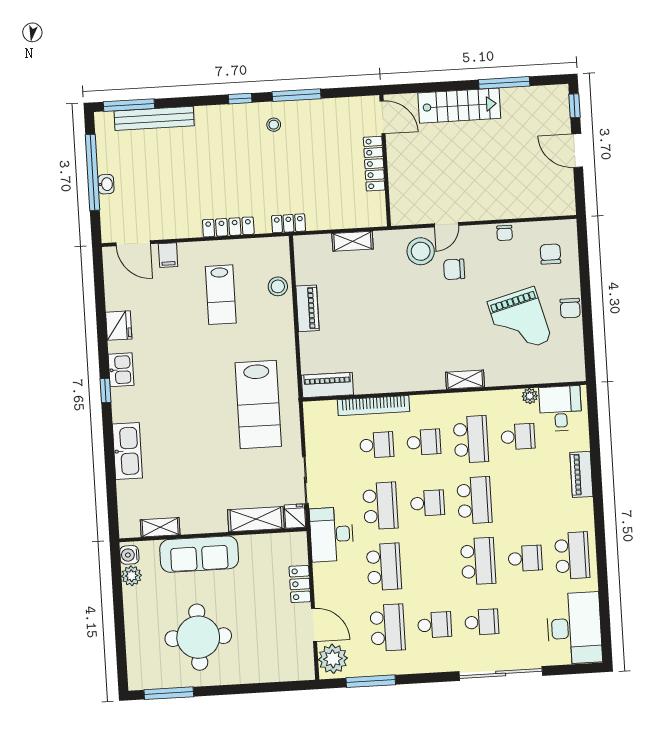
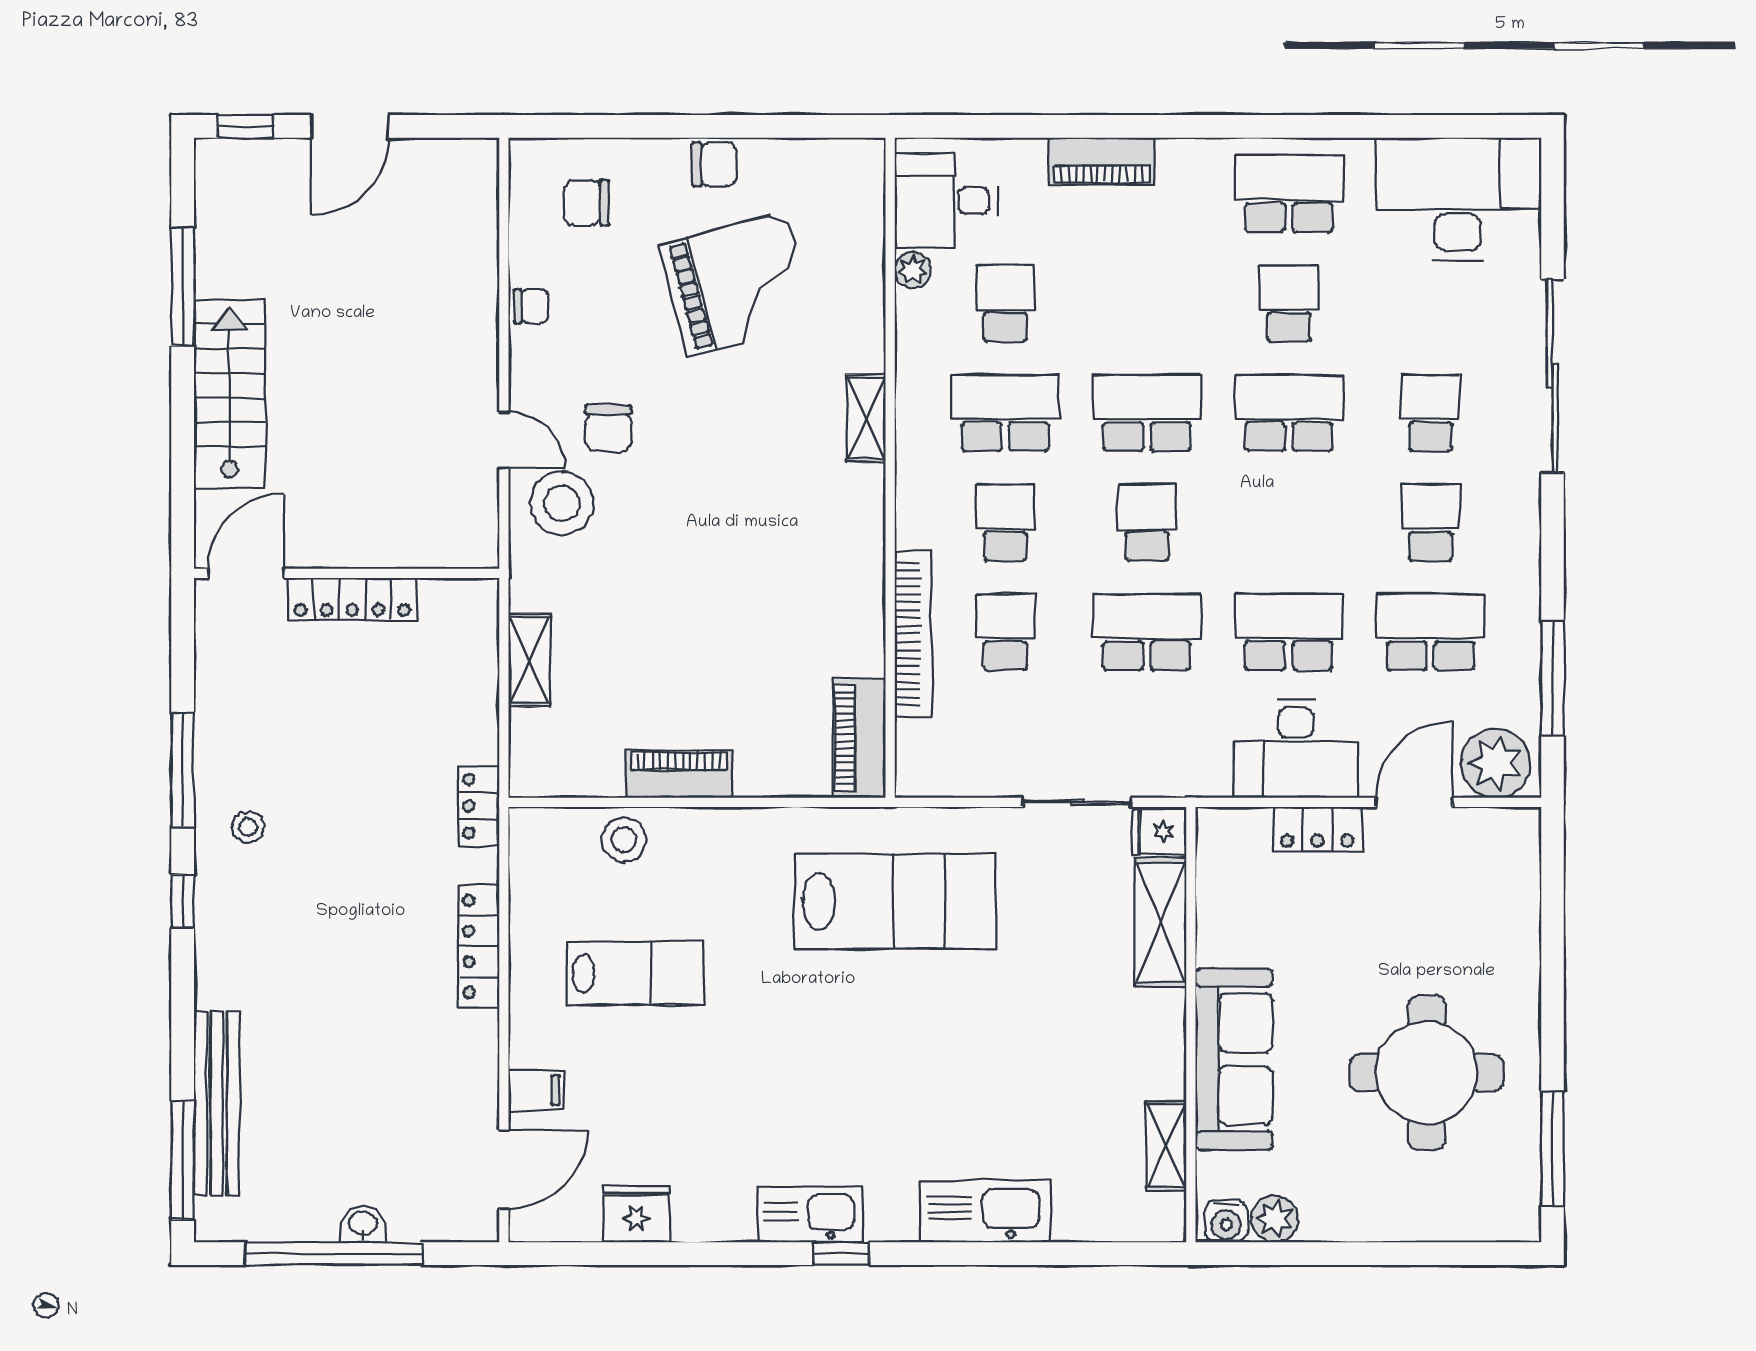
fridge: (119, 326) -> (637, 1214), moved
kitchen sink: (121, 370) -> (810, 1215), width x1.38
desk: (332, 534) -> (1296, 749), moved

